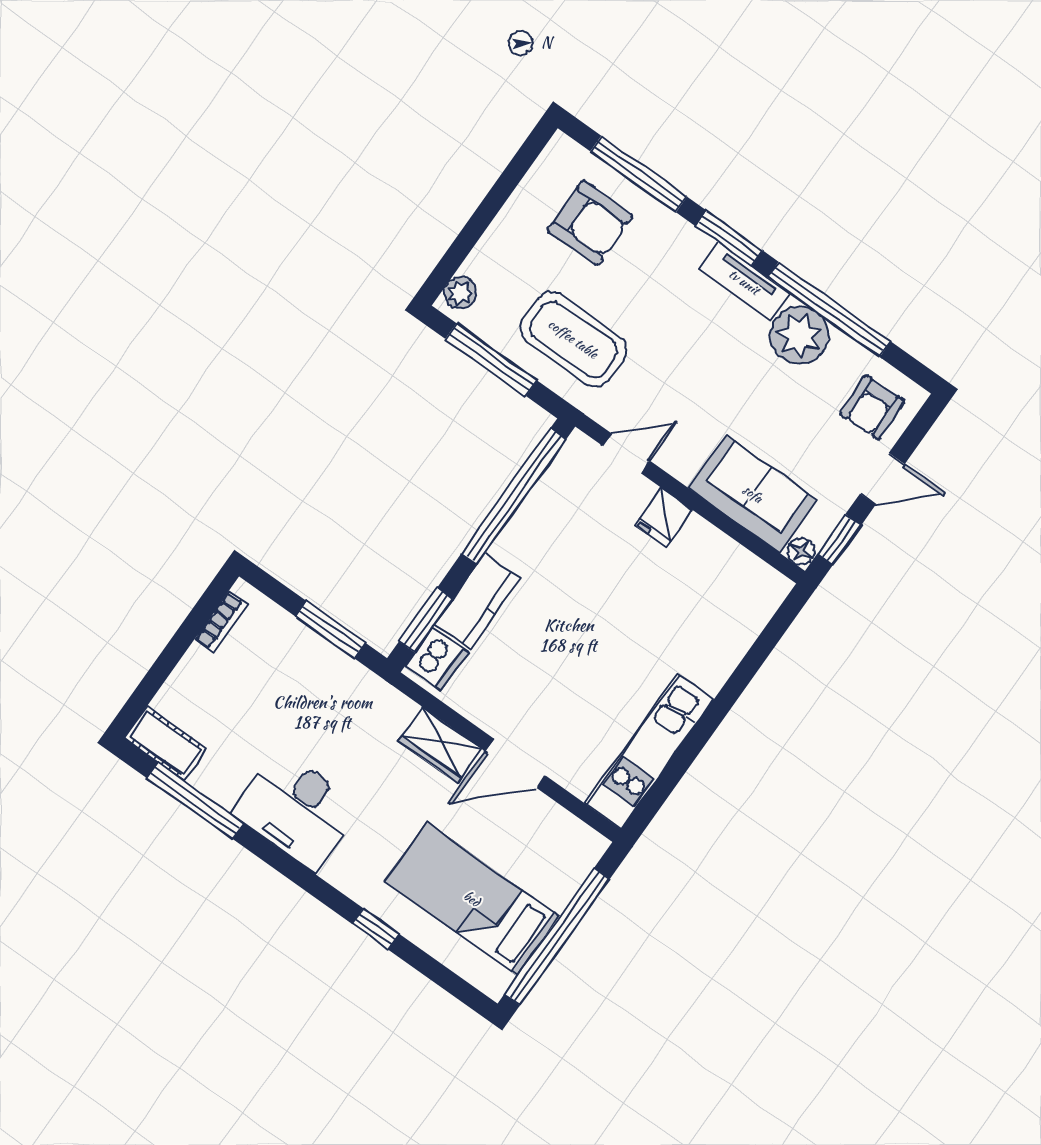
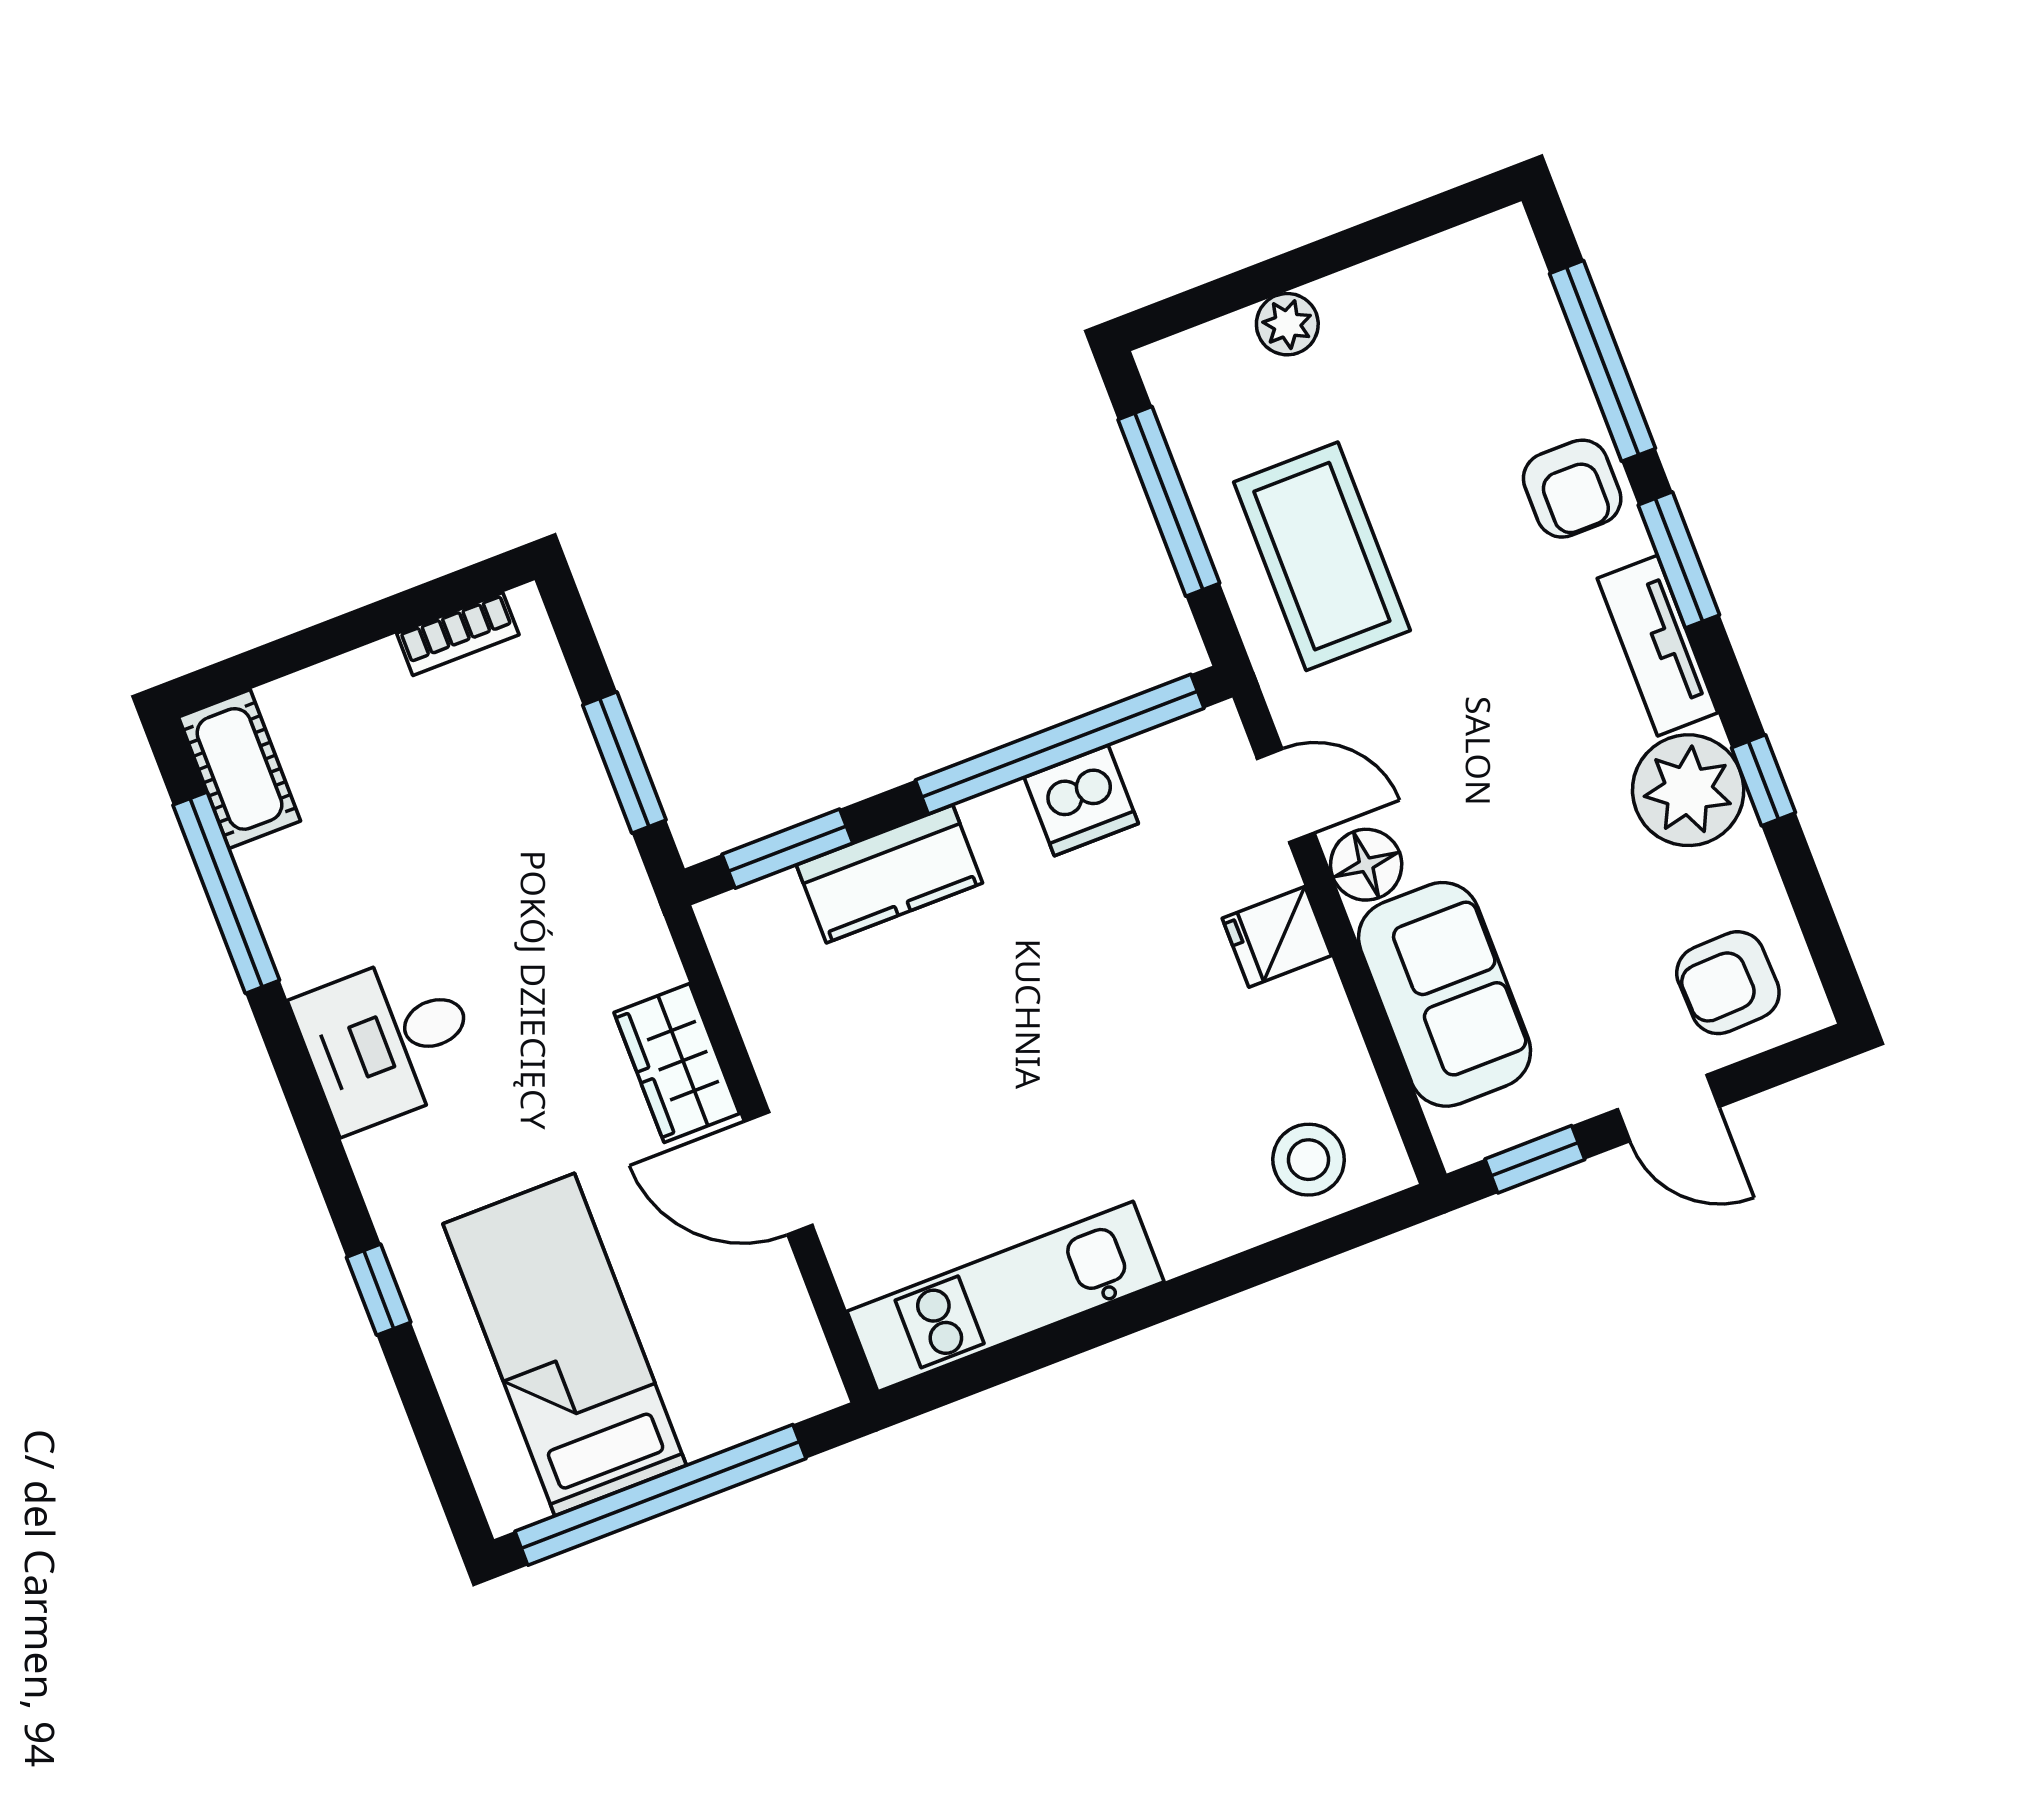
armchair: (590, 223) -> (1572, 489), moved, width x0.72, depth x0.72
plant: (460, 293) -> (1287, 324), moved
window: (829, 309) -> (1763, 780), width x0.32
floor lamp: (801, 551) -> (1366, 865), moved, width x1.37, depth x1.37
stool: (741, 605) -> (1309, 1160), added
dishwasher: (437, 659) -> (1081, 801), moved
desk: (296, 810) -> (388, 1041), width x0.73

